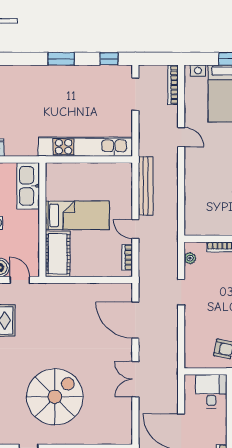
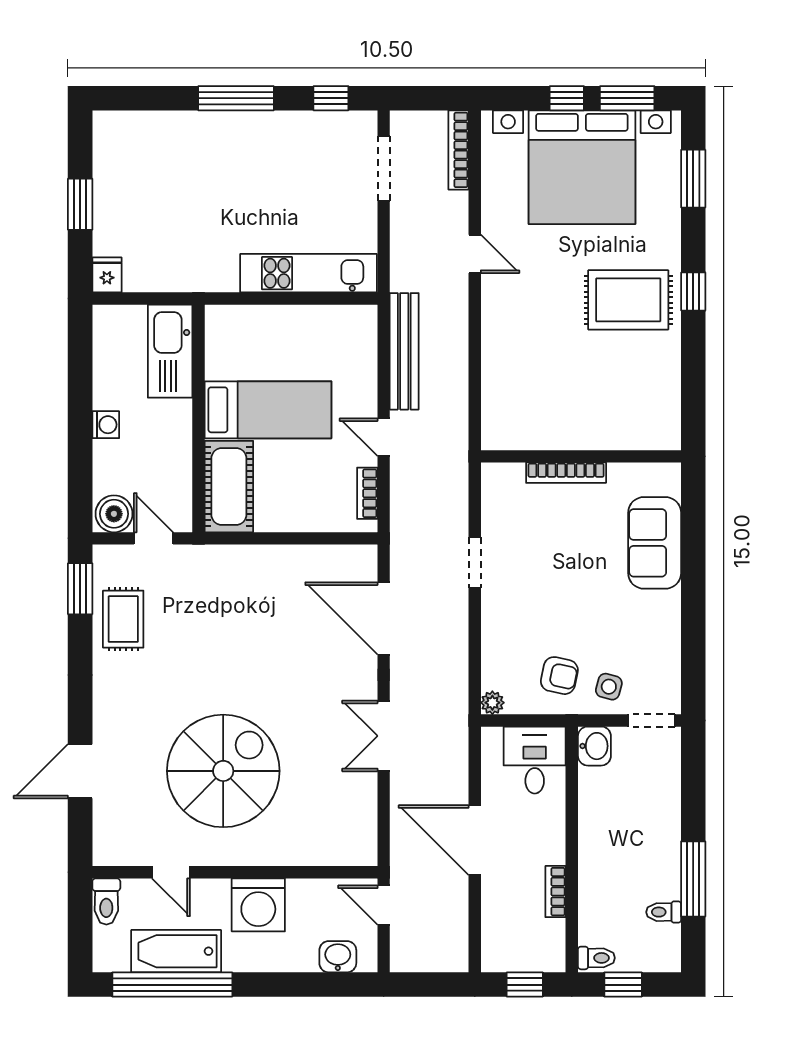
window: (61, 59) -> (236, 98), width x1.44
kitchen unit: (85, 147) -> (308, 273), width x0.73
plant: (190, 258) -> (492, 703), moved

